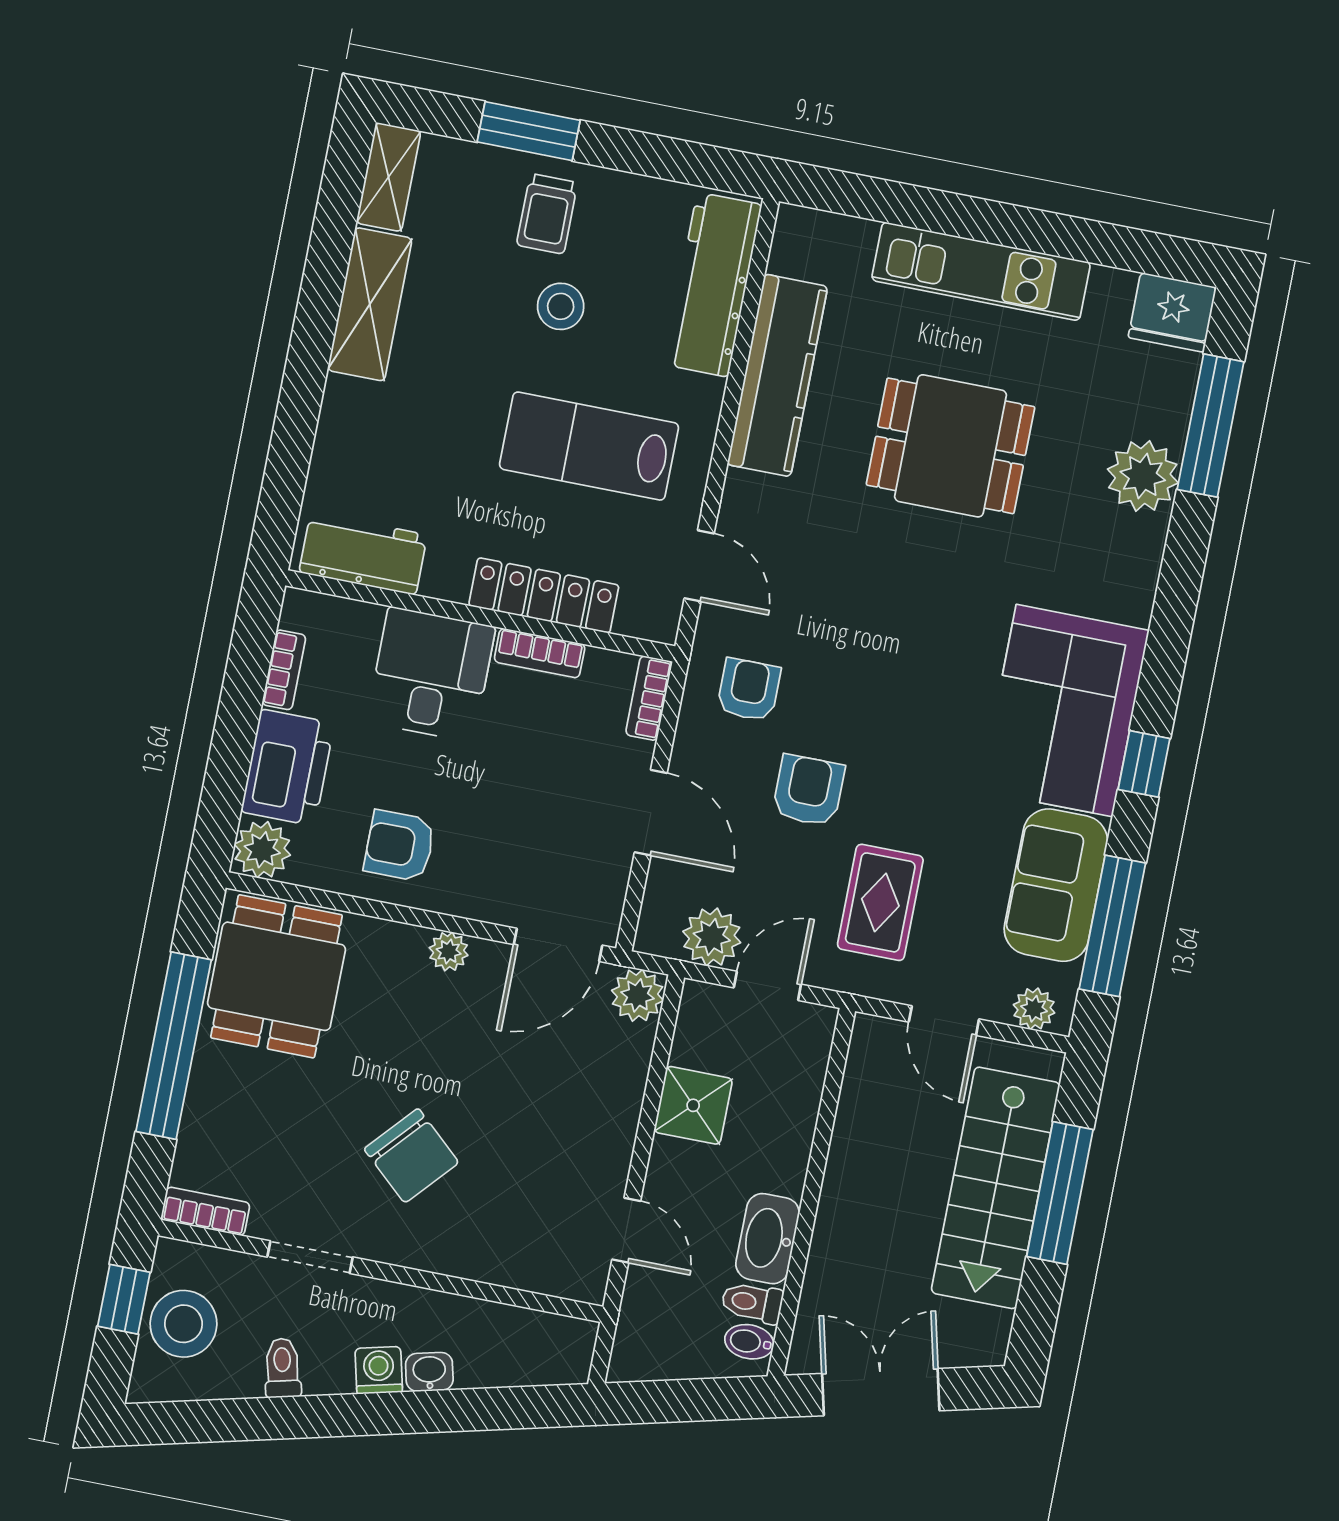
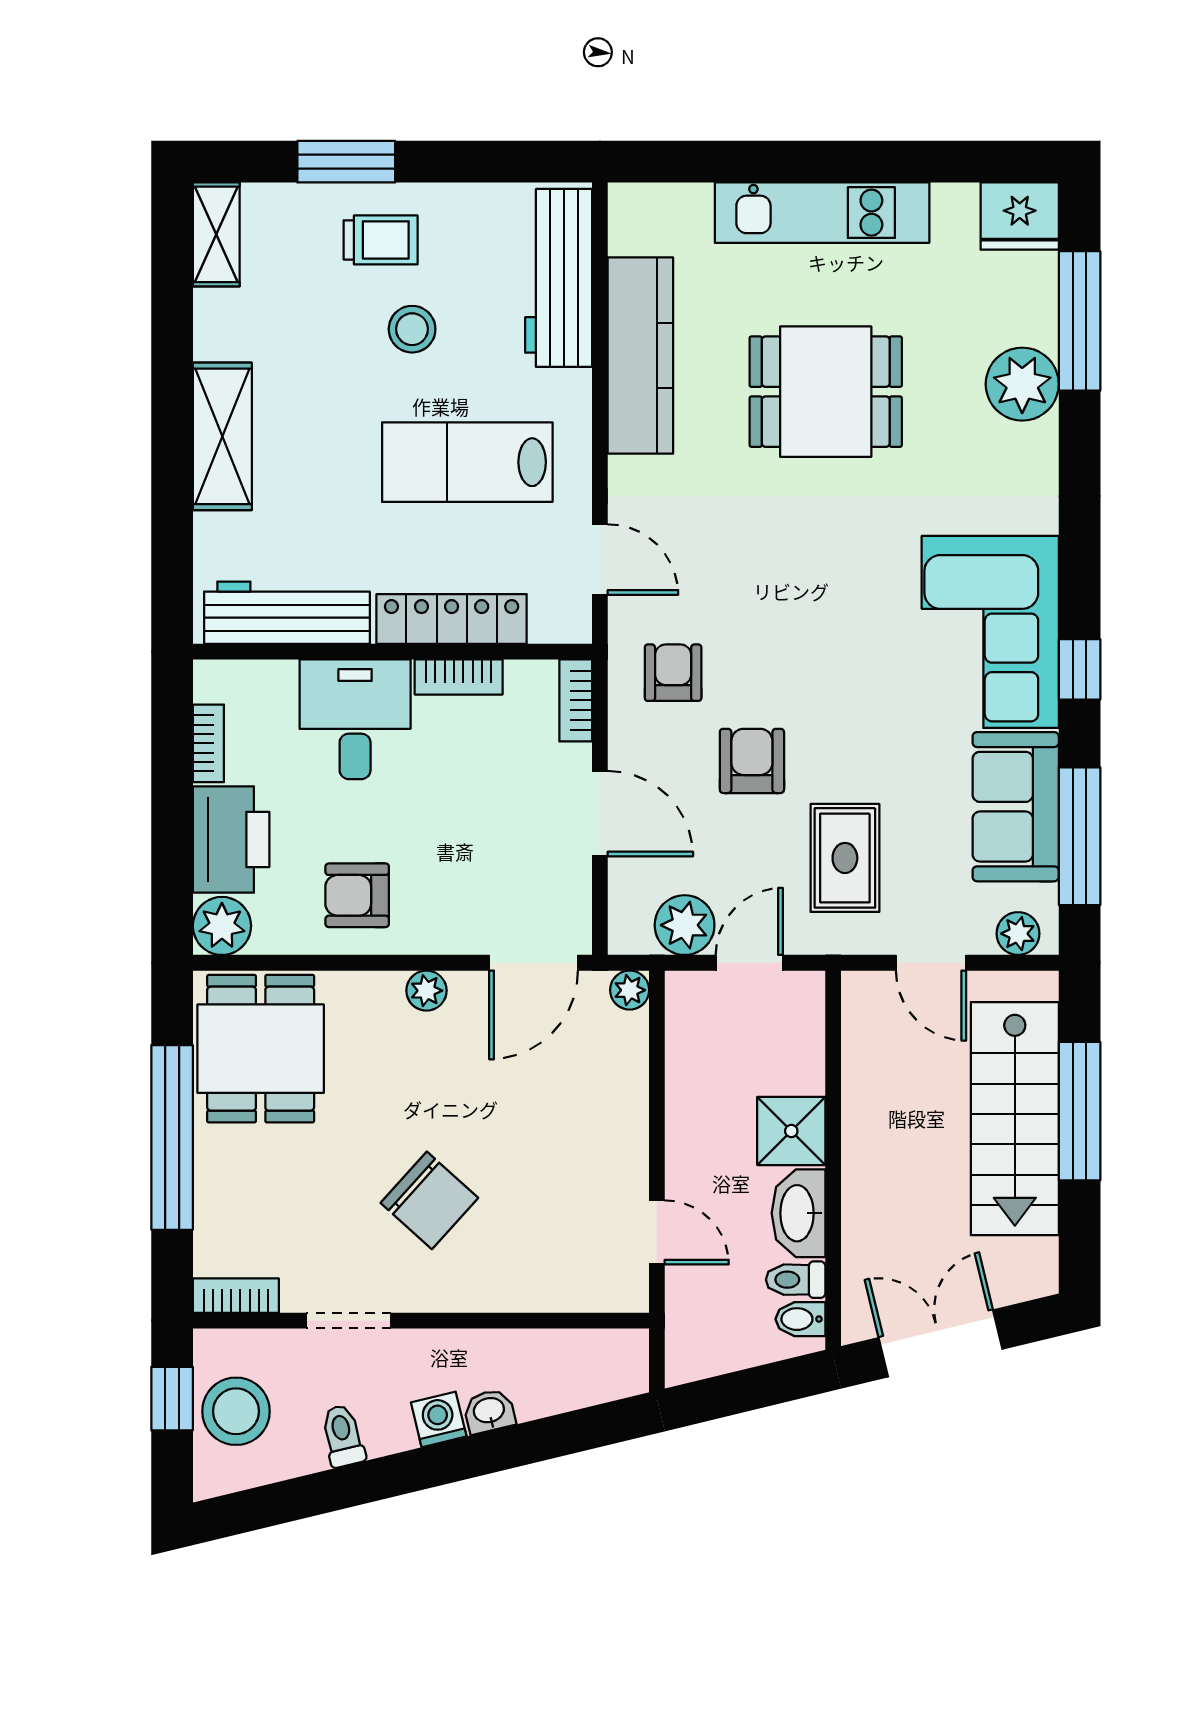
trolley: (547, 214) -> (381, 240), turned -90
shelving: (370, 304) -> (222, 436), moved
workbench: (363, 554) -> (287, 613), width x1.38
plant: (638, 995) -> (630, 990), width x0.73, depth x0.73
shower: (693, 1105) -> (791, 1131), moved

